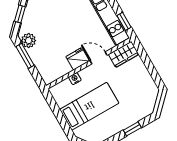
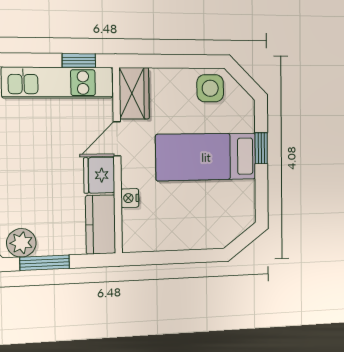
kitchen counter: (56, 72) -> (101, 225), added
side table: (146, 88) -> (210, 88), added
bed: (89, 106) -> (206, 157), moved, turned -90

